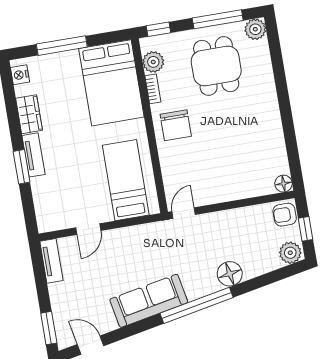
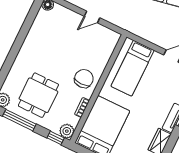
plant: (153, 62) -> (67, 131), moved
door: (184, 213) -> (92, 17), moved

